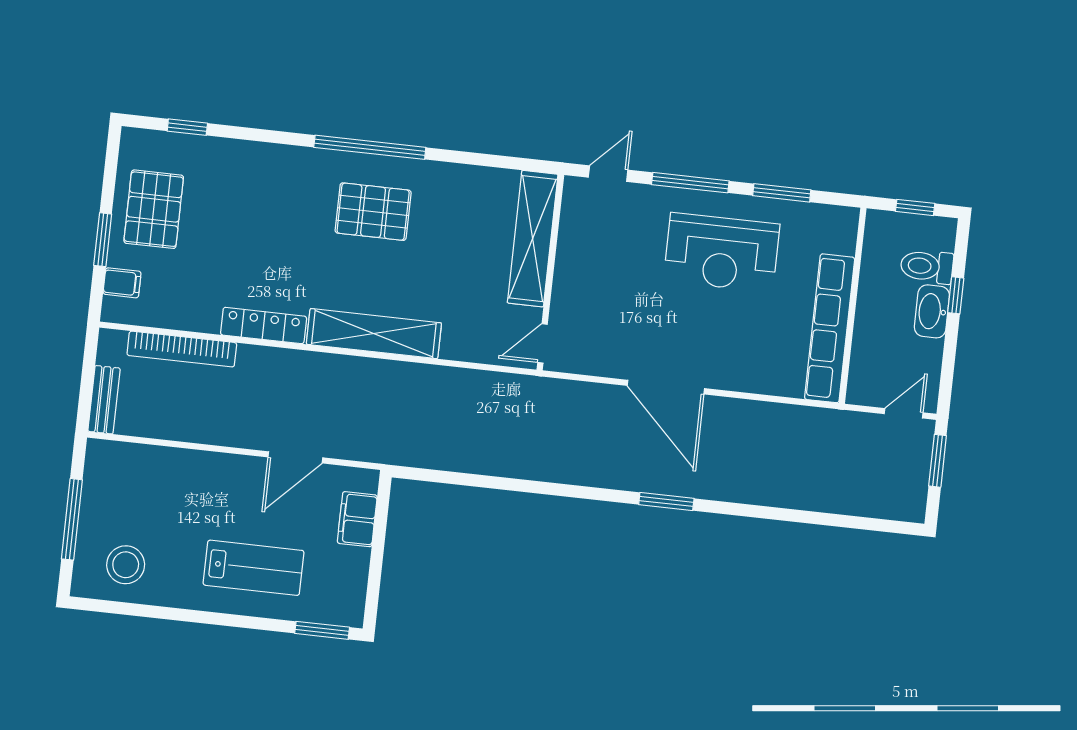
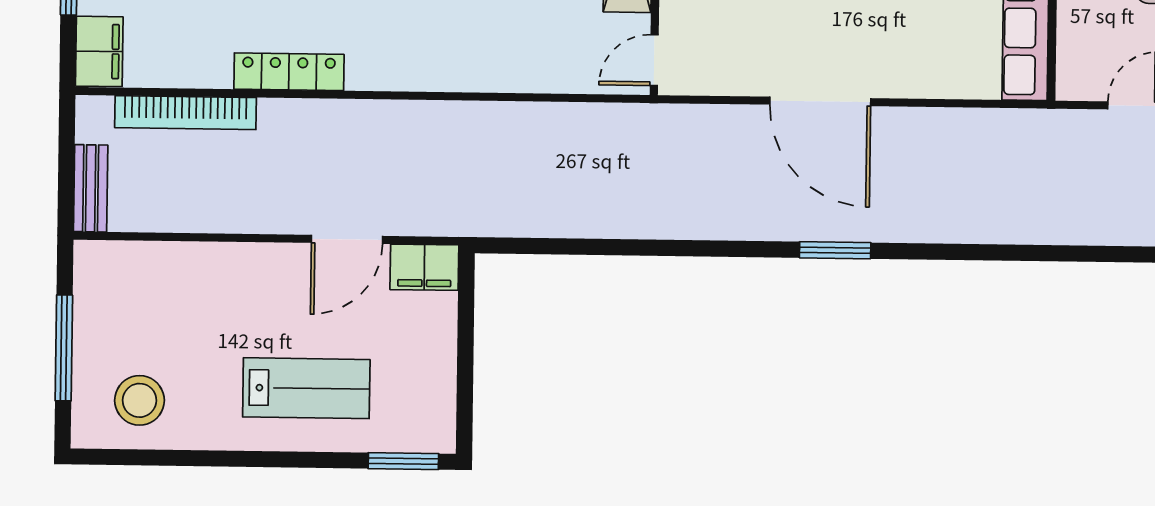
filing cabinet: (122, 283) -> (99, 51), width x2.00
shelving: (374, 334) -> (434, 68), removed
filing cabinet: (357, 519) -> (424, 267), moved, turned -90

